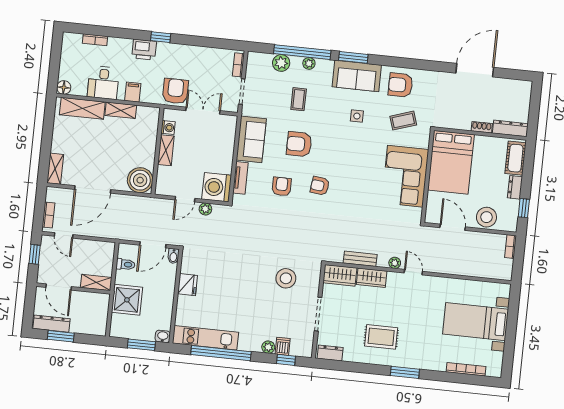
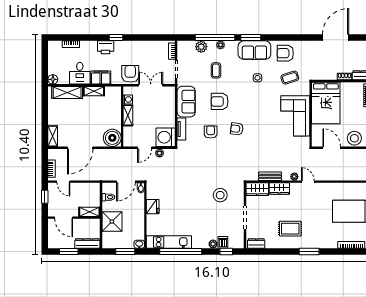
filing cabinet: (133, 92) -> (101, 78), width x2.00
dresser: (51, 324) -> (87, 243), moved

